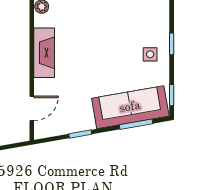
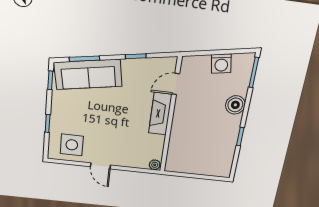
fireplace: (44, 53) -> (160, 114), moved
side table: (150, 54) -> (72, 145), moved, width x1.87, depth x1.87

